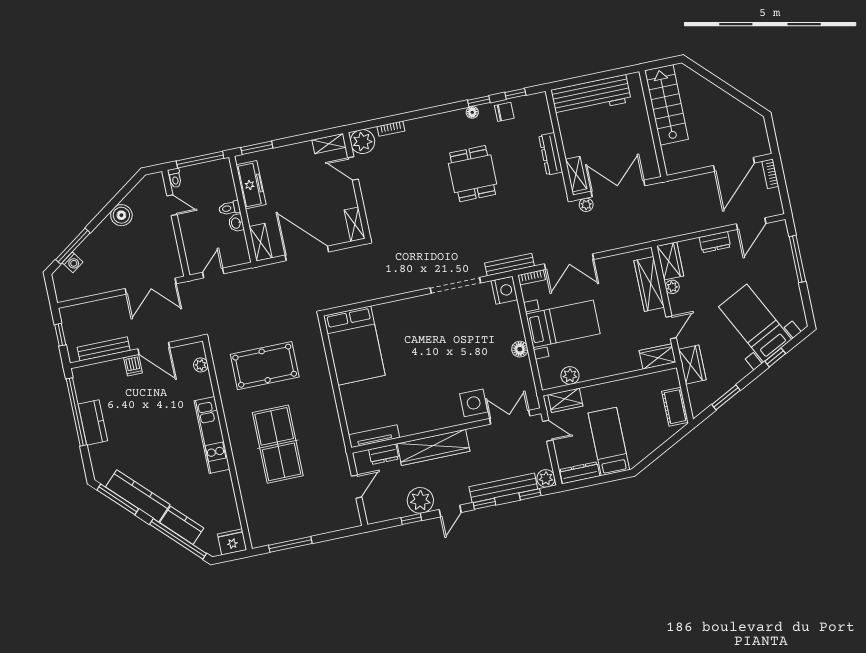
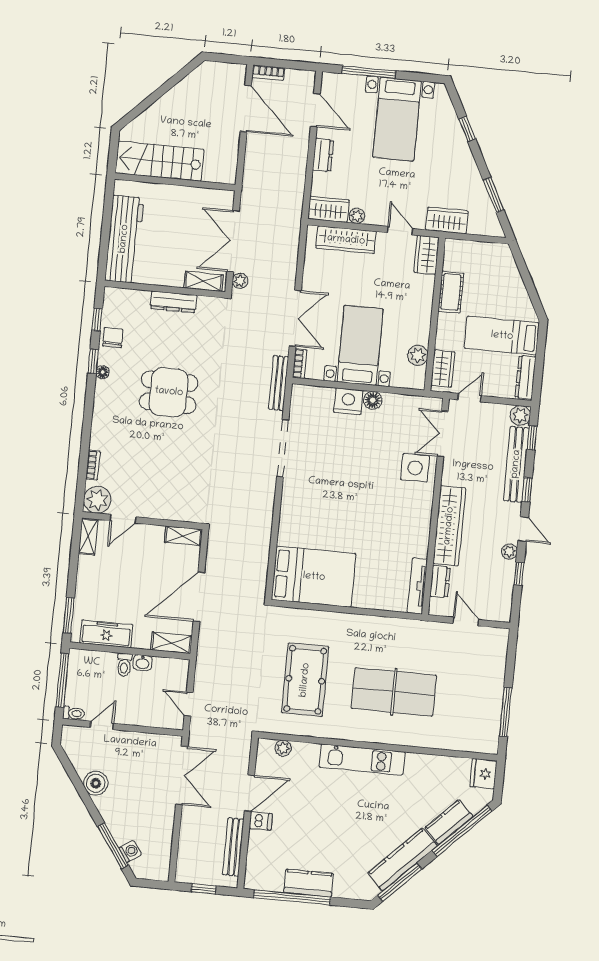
nightstand: (504, 290) -> (348, 401), moved
bed with nightstands: (755, 323) -> (397, 119), moved, turned -63
cot: (675, 407) -> (451, 292), moved, turned 90
plant: (420, 500) -> (509, 552), width x0.53, depth x0.53

